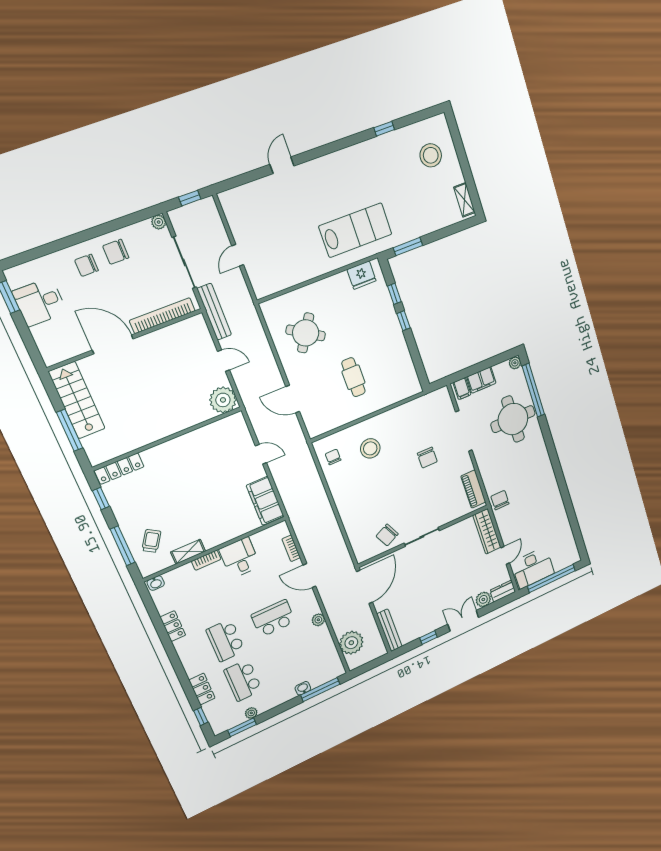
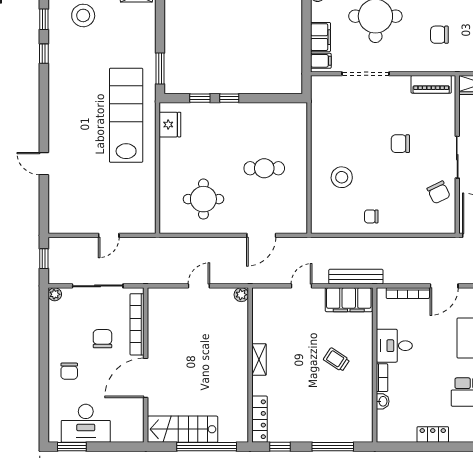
window: (415, 118) -> (44, 19), added
lab bench: (355, 230) -> (126, 115), width x1.36
chair: (116, 252) -> (102, 339), moved, turned 180
door: (238, 255) -> (109, 235), hinge flipped
desk: (40, 302) -> (86, 423), width x1.37
bench: (214, 312) -> (356, 277), moved
round table: (306, 333) -> (203, 199), turned -32
plant: (223, 400) -> (241, 295), width x0.53, depth x0.53
window: (70, 430) -> (207, 447), width x1.46
chair: (333, 457) -> (371, 216), moved
chair: (427, 458) -> (400, 144), moved, turned 180
chair: (500, 500) -> (439, 35), moved
trolley: (151, 541) -> (336, 360), moved
bookcase: (291, 548) -> (408, 293), width x1.56
shelving: (188, 552) -> (259, 360), moved
washbasin: (156, 583) -> (383, 401), moved

